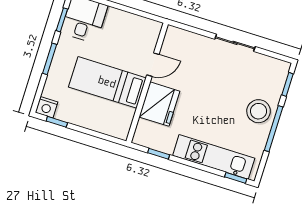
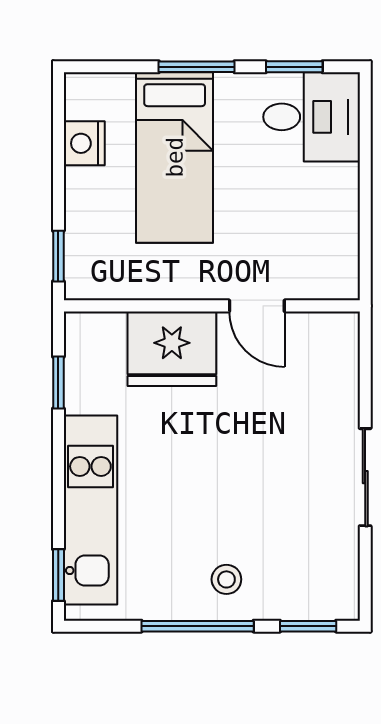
bed: (107, 82) -> (175, 157), moved, turned 180
nightstand: (47, 107) -> (84, 143), moved
stool: (259, 111) -> (226, 579), width x0.53, depth x0.53
window: (57, 122) -> (58, 256), moved

